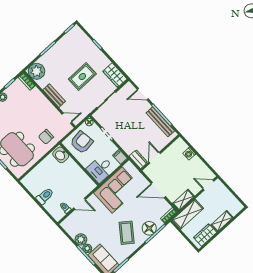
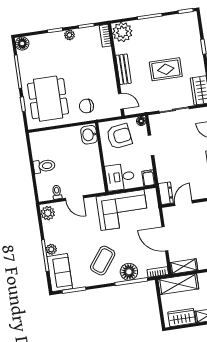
plant: (81, 239) -> (48, 213), moved

